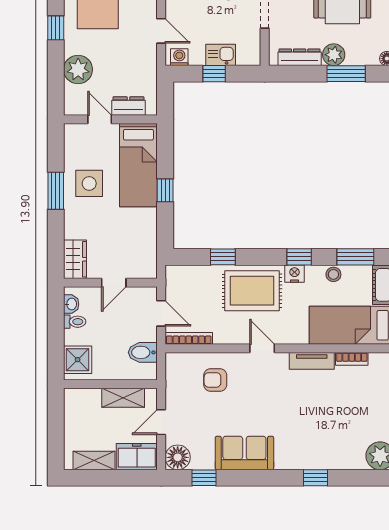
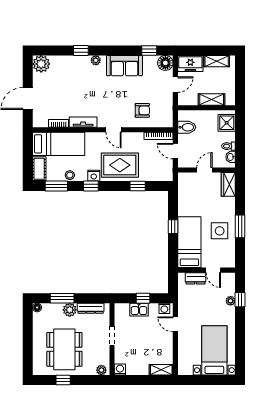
window: (56, 28) -> (240, 300), moved
plant: (78, 69) -> (231, 301), width x0.53, depth x0.53
shelving: (123, 398) -> (212, 99), moved
plant: (291, 462) -> (96, 60), added

